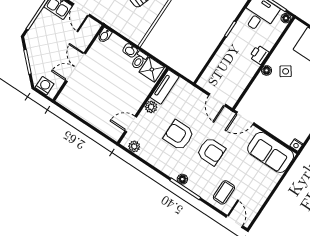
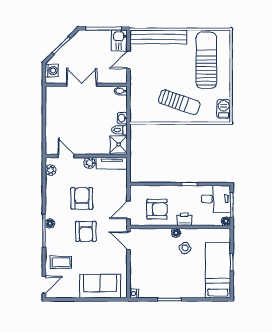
armchair: (234, 73) -> (157, 209), added
sofa: (271, 152) -> (100, 286), moved, turned 90

